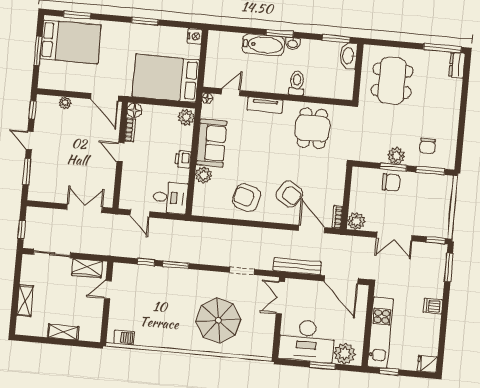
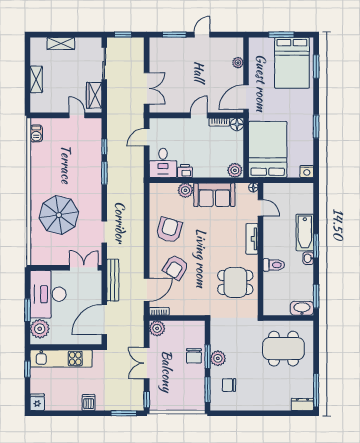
window: (32, 110) -> (229, 35), removed
printer: (183, 159) -> (185, 171), moved

